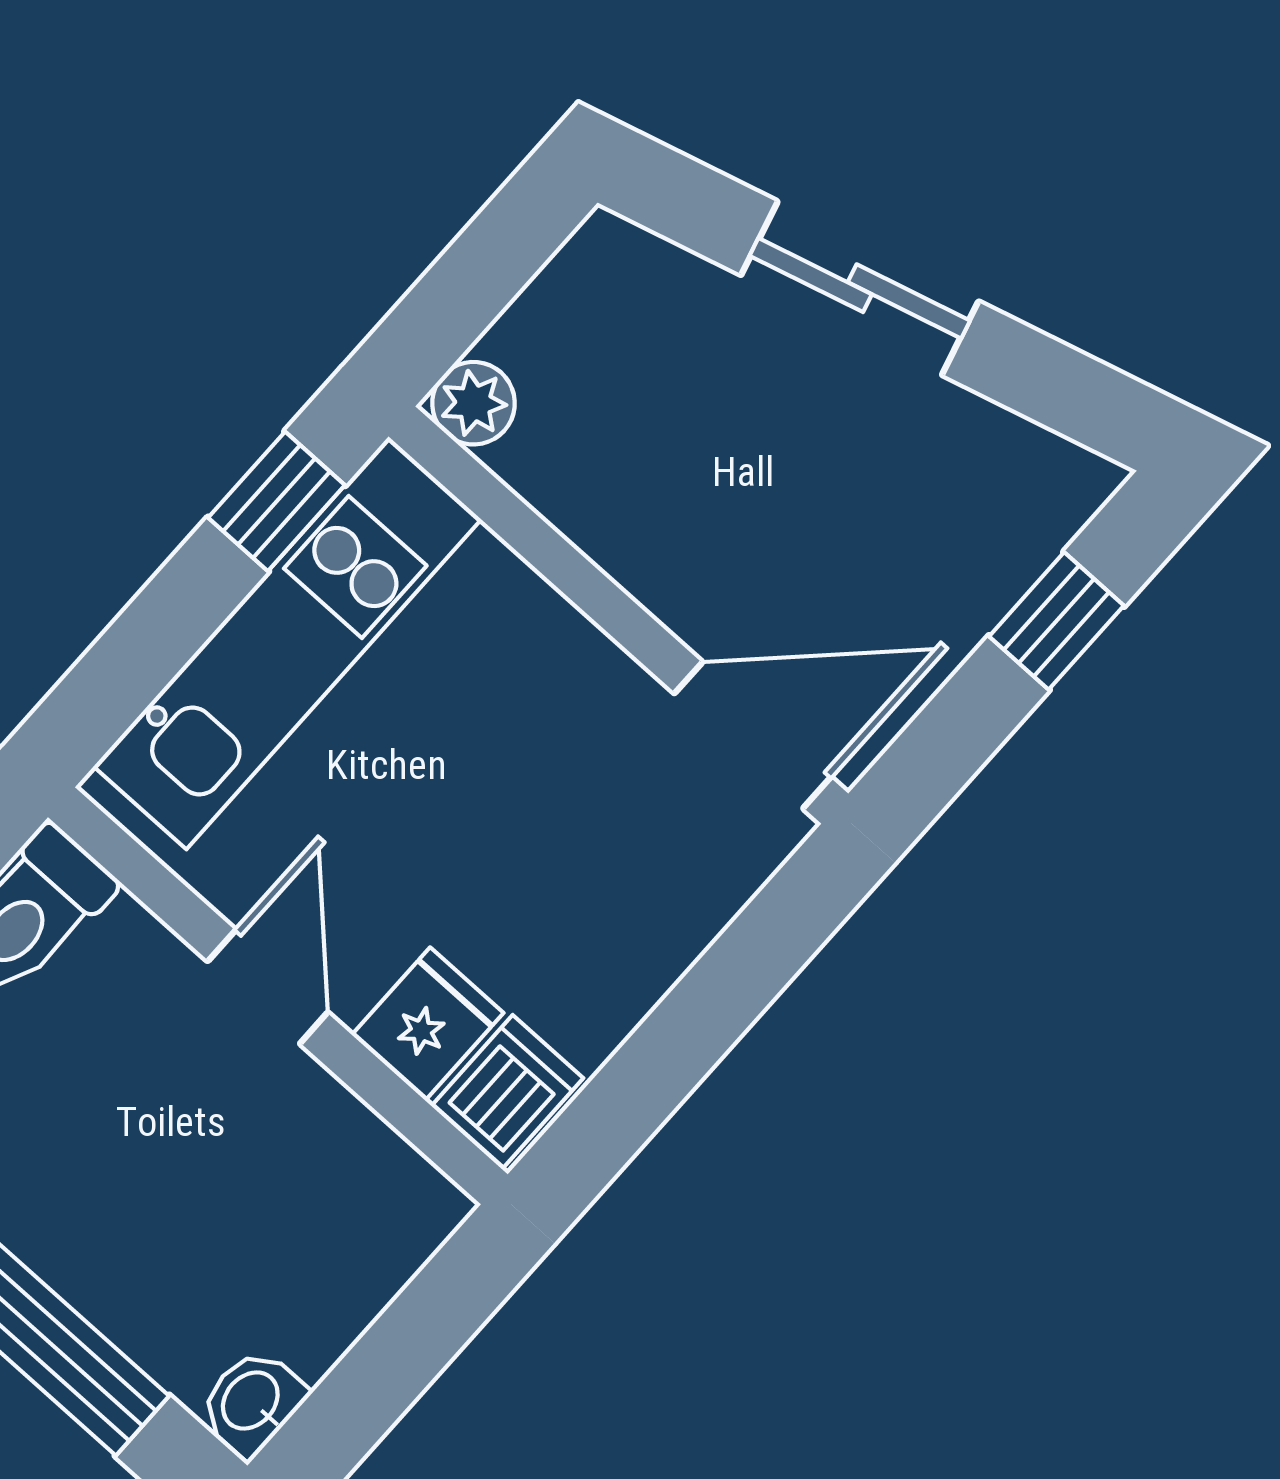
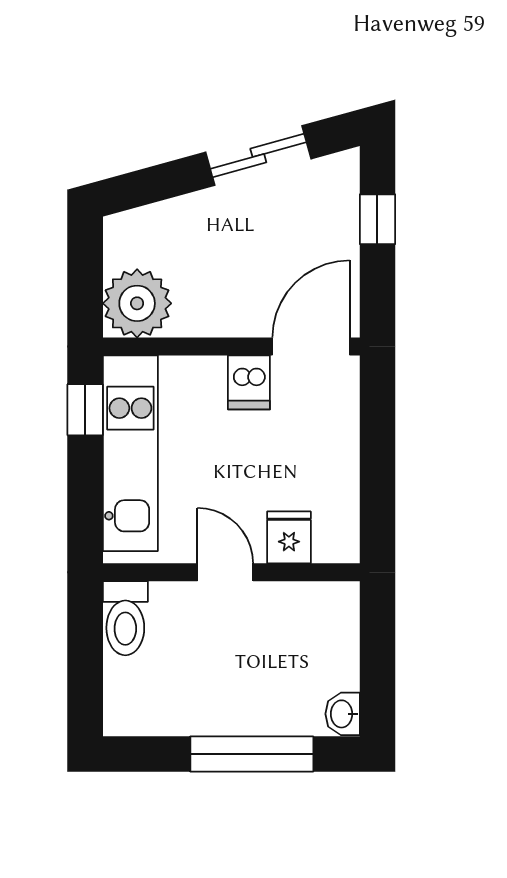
sliding door: (860, 288) -> (258, 156), moved
plant: (473, 403) -> (137, 303), width x1.88, depth x1.88
dishwasher: (507, 1092) -> (249, 382), moved, turned 180

